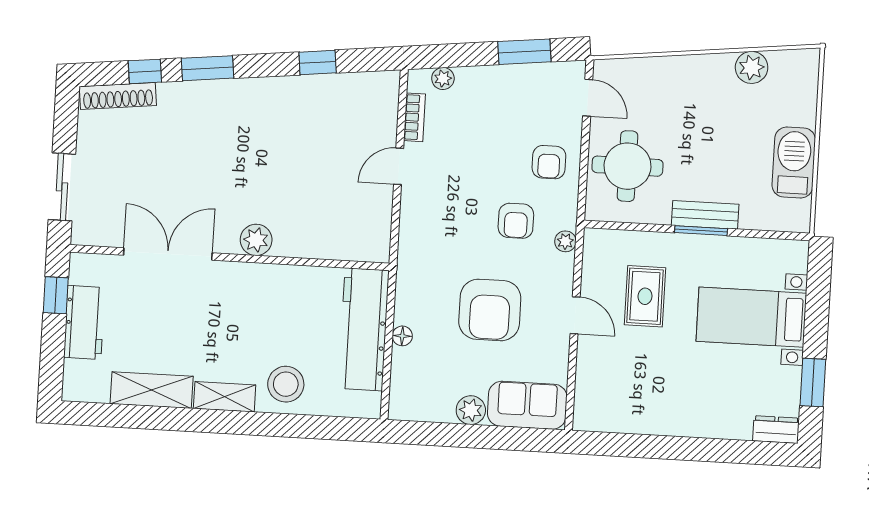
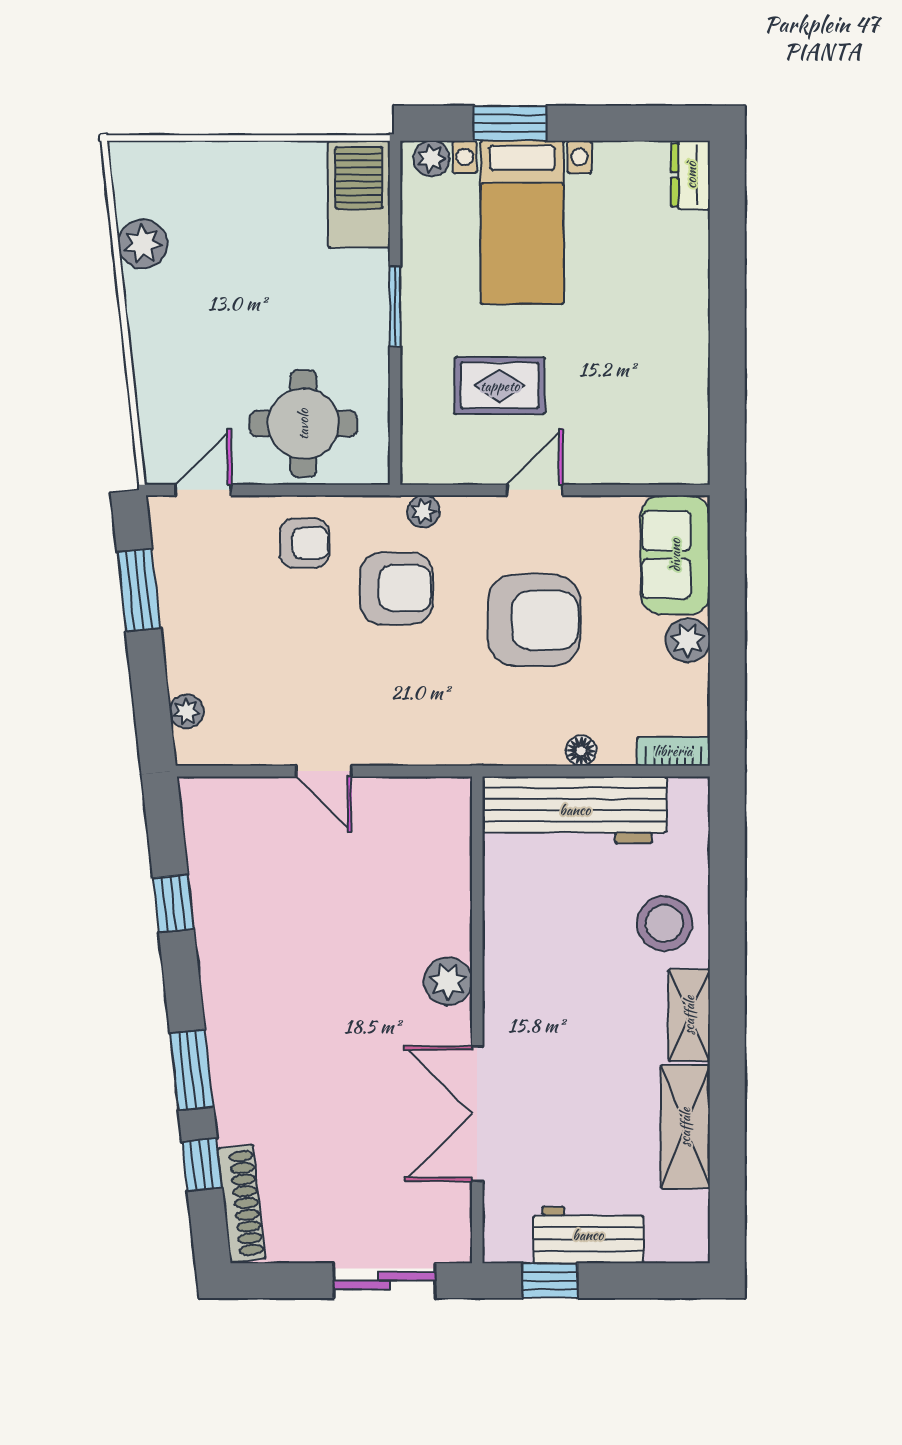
bookcase: (414, 117) -> (673, 751), moved
barbecue: (794, 162) -> (359, 194), moved, turned 90
bench: (705, 215) -> (371, 301), removed
armchair: (516, 221) -> (396, 588), width x1.38, depth x1.38
plant: (797, 260) -> (431, 159), added
window: (813, 382) -> (510, 123), moved

